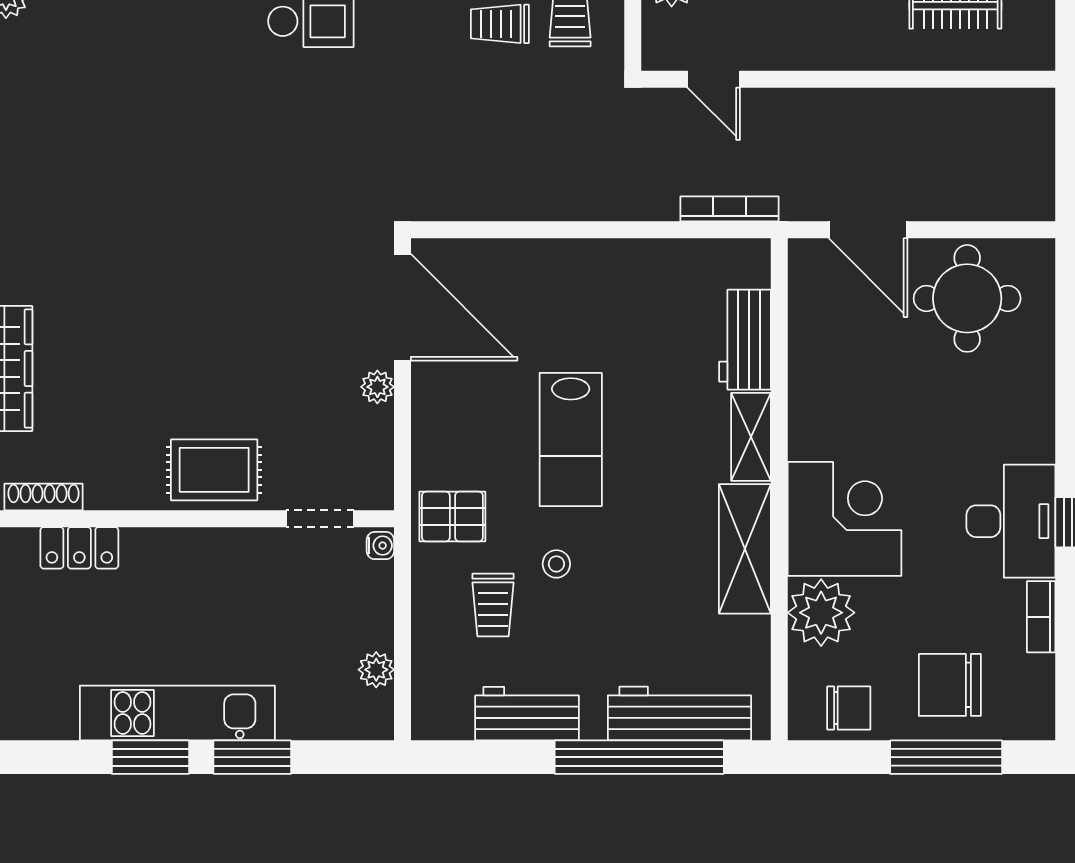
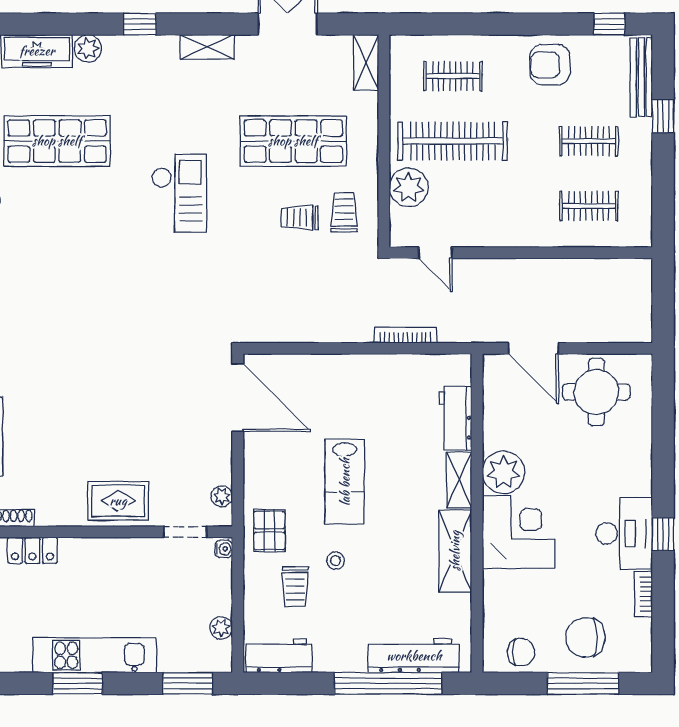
bookcase: (730, 209) -> (405, 335), moved
plant: (377, 387) -> (222, 496), moved
pallet: (452, 517) -> (269, 530), turned 90
plant: (821, 613) -> (504, 472), moved
workbench: (527, 714) -> (279, 656), moved
window: (252, 757) -> (188, 683), moved

